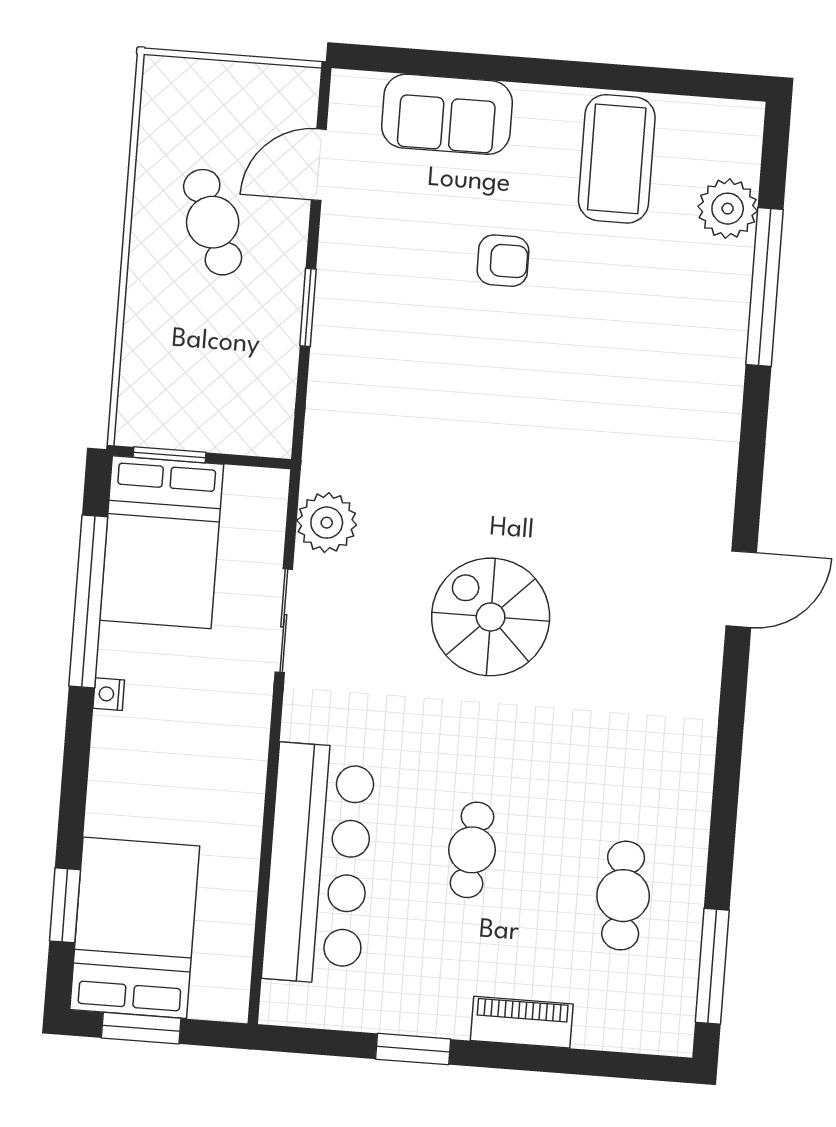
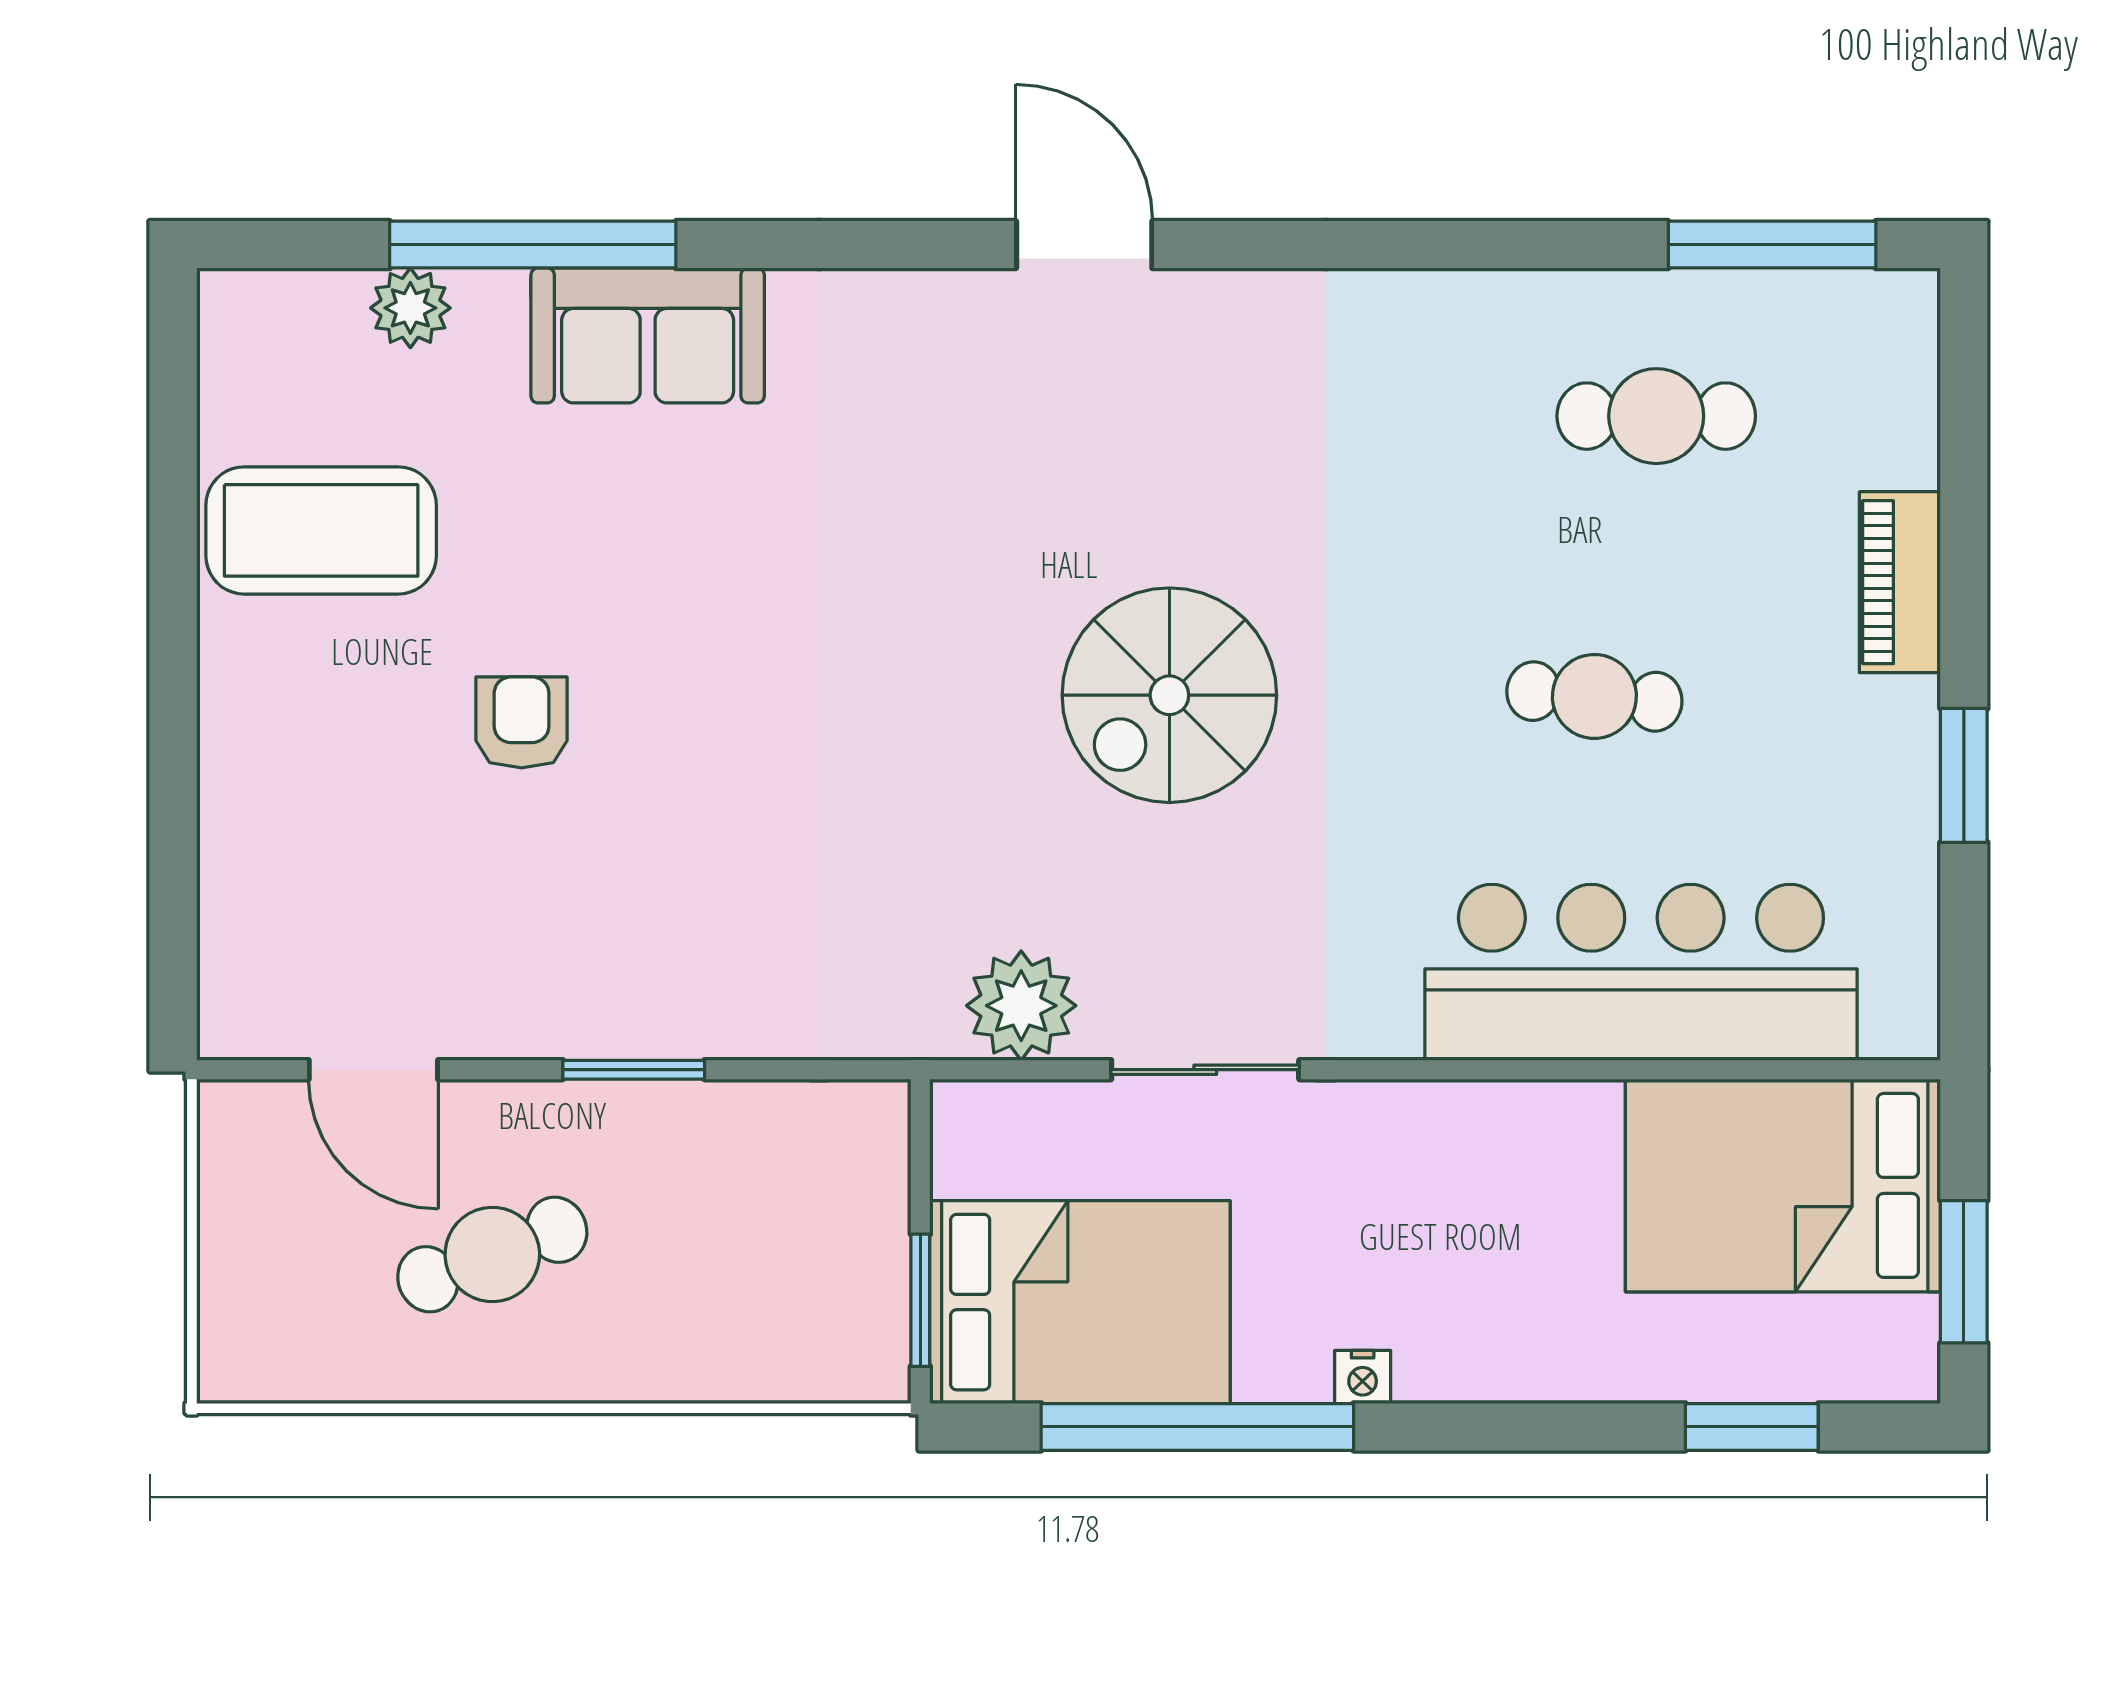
sofa: (447, 114) -> (648, 335), moved, turned 90
plant: (728, 209) -> (410, 308), width x0.73, depth x0.73
bed: (135, 928) -> (1783, 1185), moved

